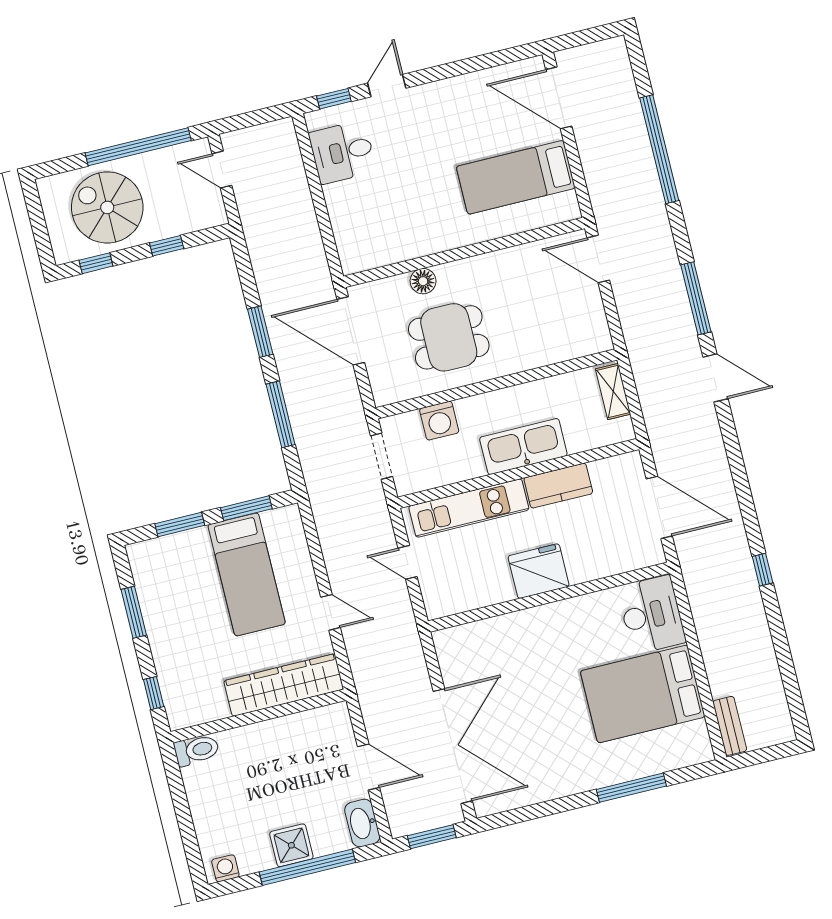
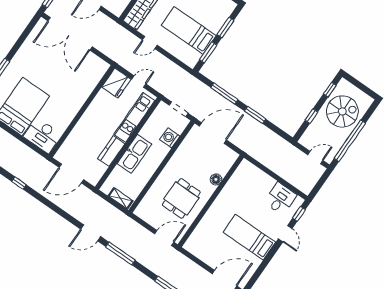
bed: (516, 177) -> (249, 237), moved, turned -90
door: (351, 331) -> (213, 133), moved
dining table: (449, 337) -> (181, 199), moved
fridge: (539, 571) -> (116, 83), moved

